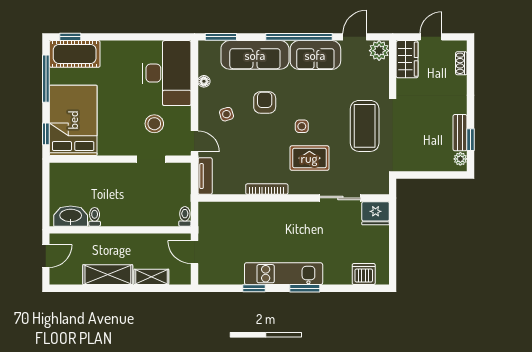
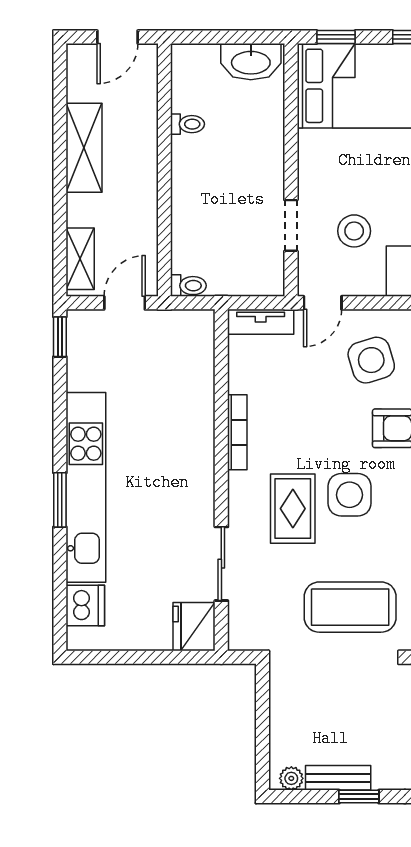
side table: (226, 114) -> (371, 360), width x1.87, depth x1.87
side table: (302, 126) -> (350, 495), width x1.87, depth x1.87
window: (471, 140) -> (359, 797), moved
washbasin: (71, 216) -> (251, 62), moved, turned 90
door: (46, 256) -> (118, 37), hinge flipped
kitchen unit: (284, 274) -> (86, 487), width x1.36
shelving: (151, 277) -> (80, 259), moved
window: (254, 288) -> (60, 337), moved

